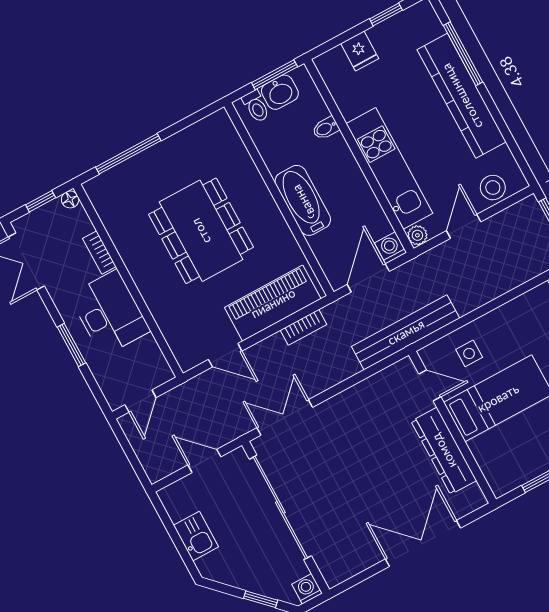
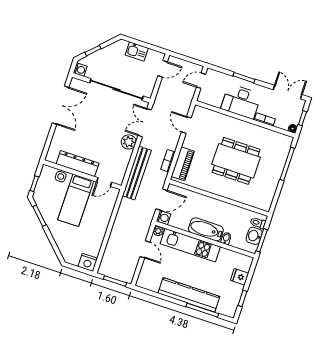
stool: (493, 188) -> (147, 273), removed
bathtub: (303, 200) -> (206, 229), moved, turned 180
door: (368, 278) -> (161, 200), hinge flipped
piano: (273, 303) -> (183, 164), width x0.73, depth x0.75
bench: (406, 332) -> (137, 173), moved
side table: (469, 353) -> (61, 177), moved
door: (225, 355) -> (186, 125), hinge flipped
door: (140, 401) -> (201, 81), hinge flipped
plant: (336, 411) -> (129, 142), added
double door: (285, 417) -> (145, 123), swing flipped
door: (204, 461) -> (163, 69), moved
double door: (423, 543) -> (60, 105), moved

